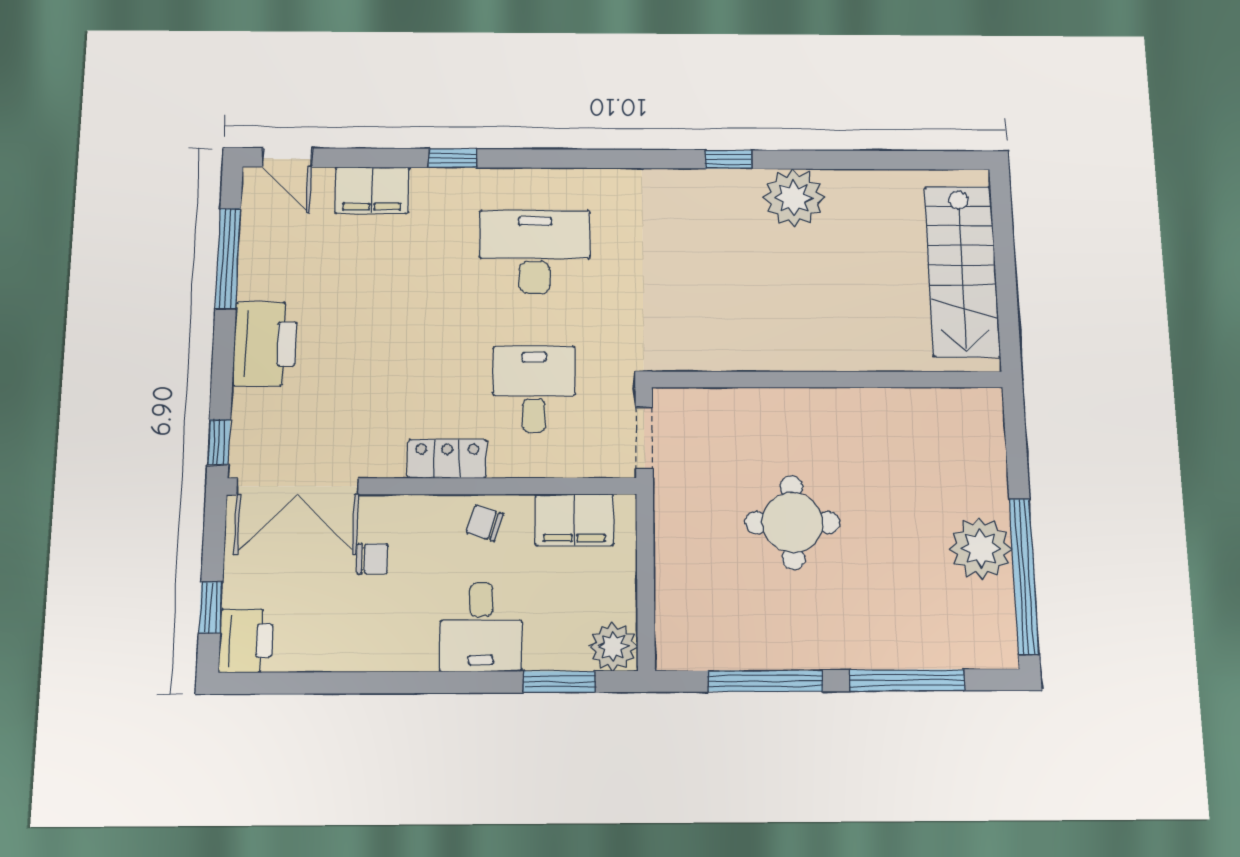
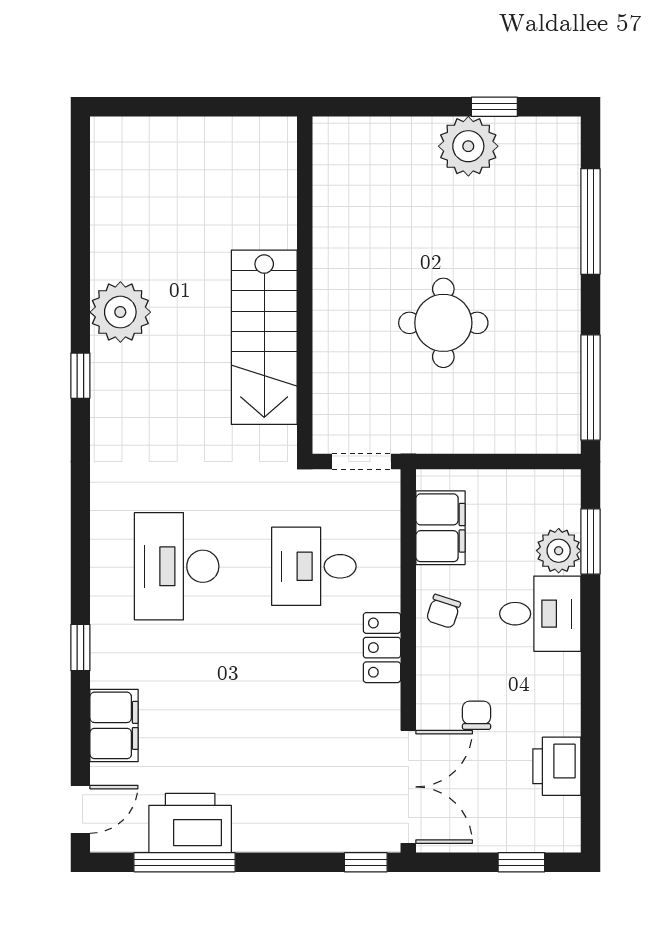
stairs: (962, 271) -> (264, 337), moved, turned 90
printer: (265, 344) -> (190, 823), moved
window: (1024, 576) -> (494, 107), width x0.32
printer: (246, 641) -> (557, 766), moved, turned -90
plant: (613, 647) -> (559, 551), moved
window: (765, 681) -> (590, 387), moved

